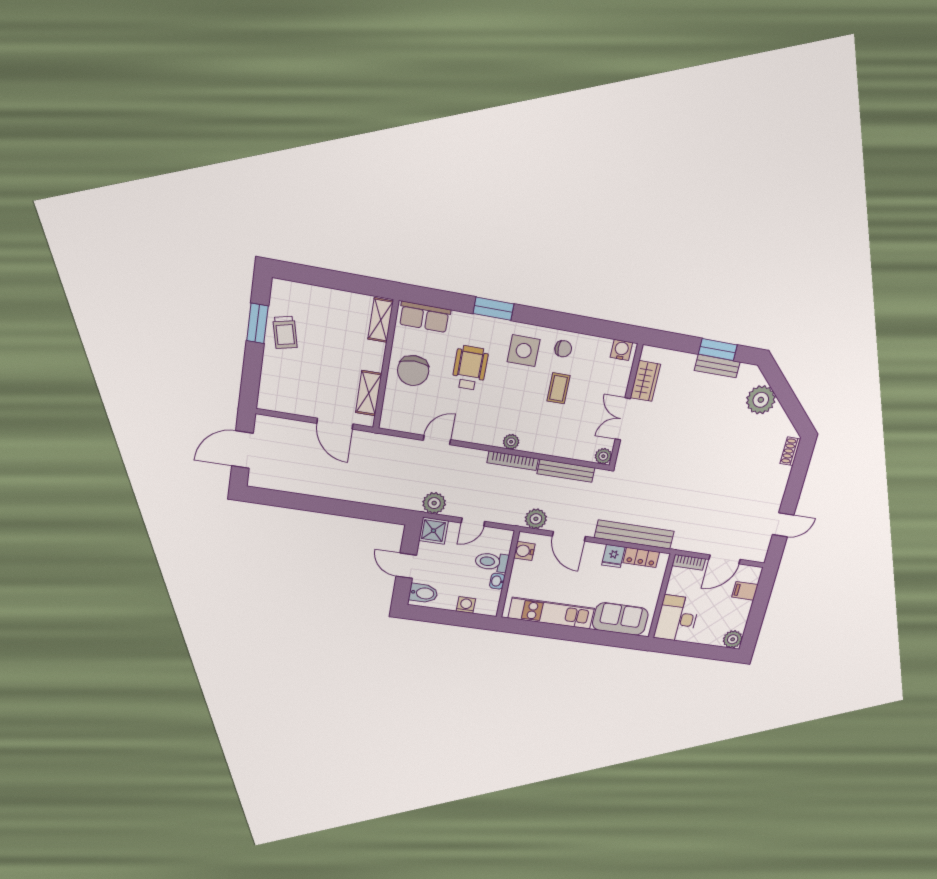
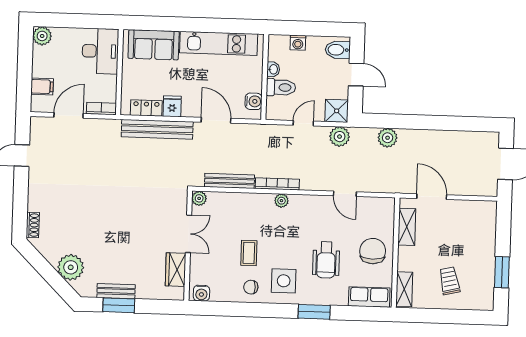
trolley: (285, 332) -> (449, 281), moved
door: (437, 440) -> (345, 194), hinge flipped
plant: (536, 519) -> (388, 138), moved

